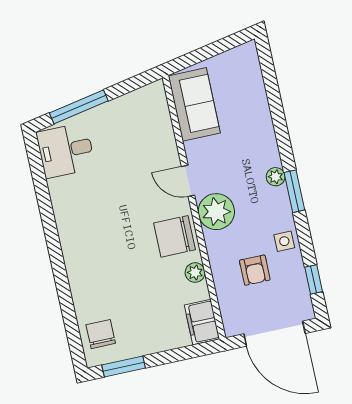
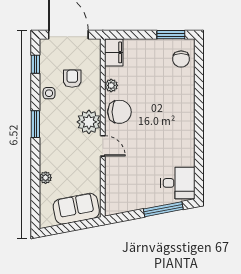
sofa: (194, 104) -> (76, 209), moved, turned 79
plant: (276, 177) -> (46, 178), moved

